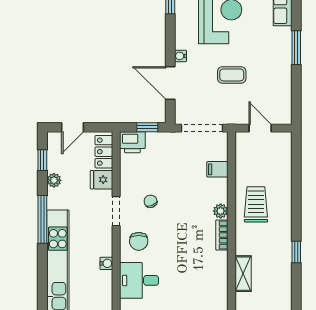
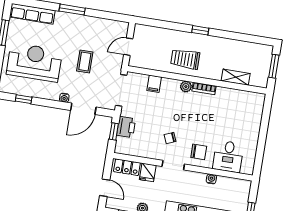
printer: (132, 142) -> (126, 127), moved
window: (296, 252) -> (200, 30), moved

